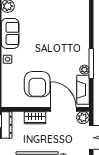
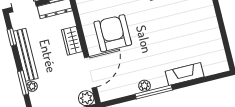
armchair: (37, 84) -> (113, 33), turned 90
fireplace: (83, 90) -> (185, 74), moved

